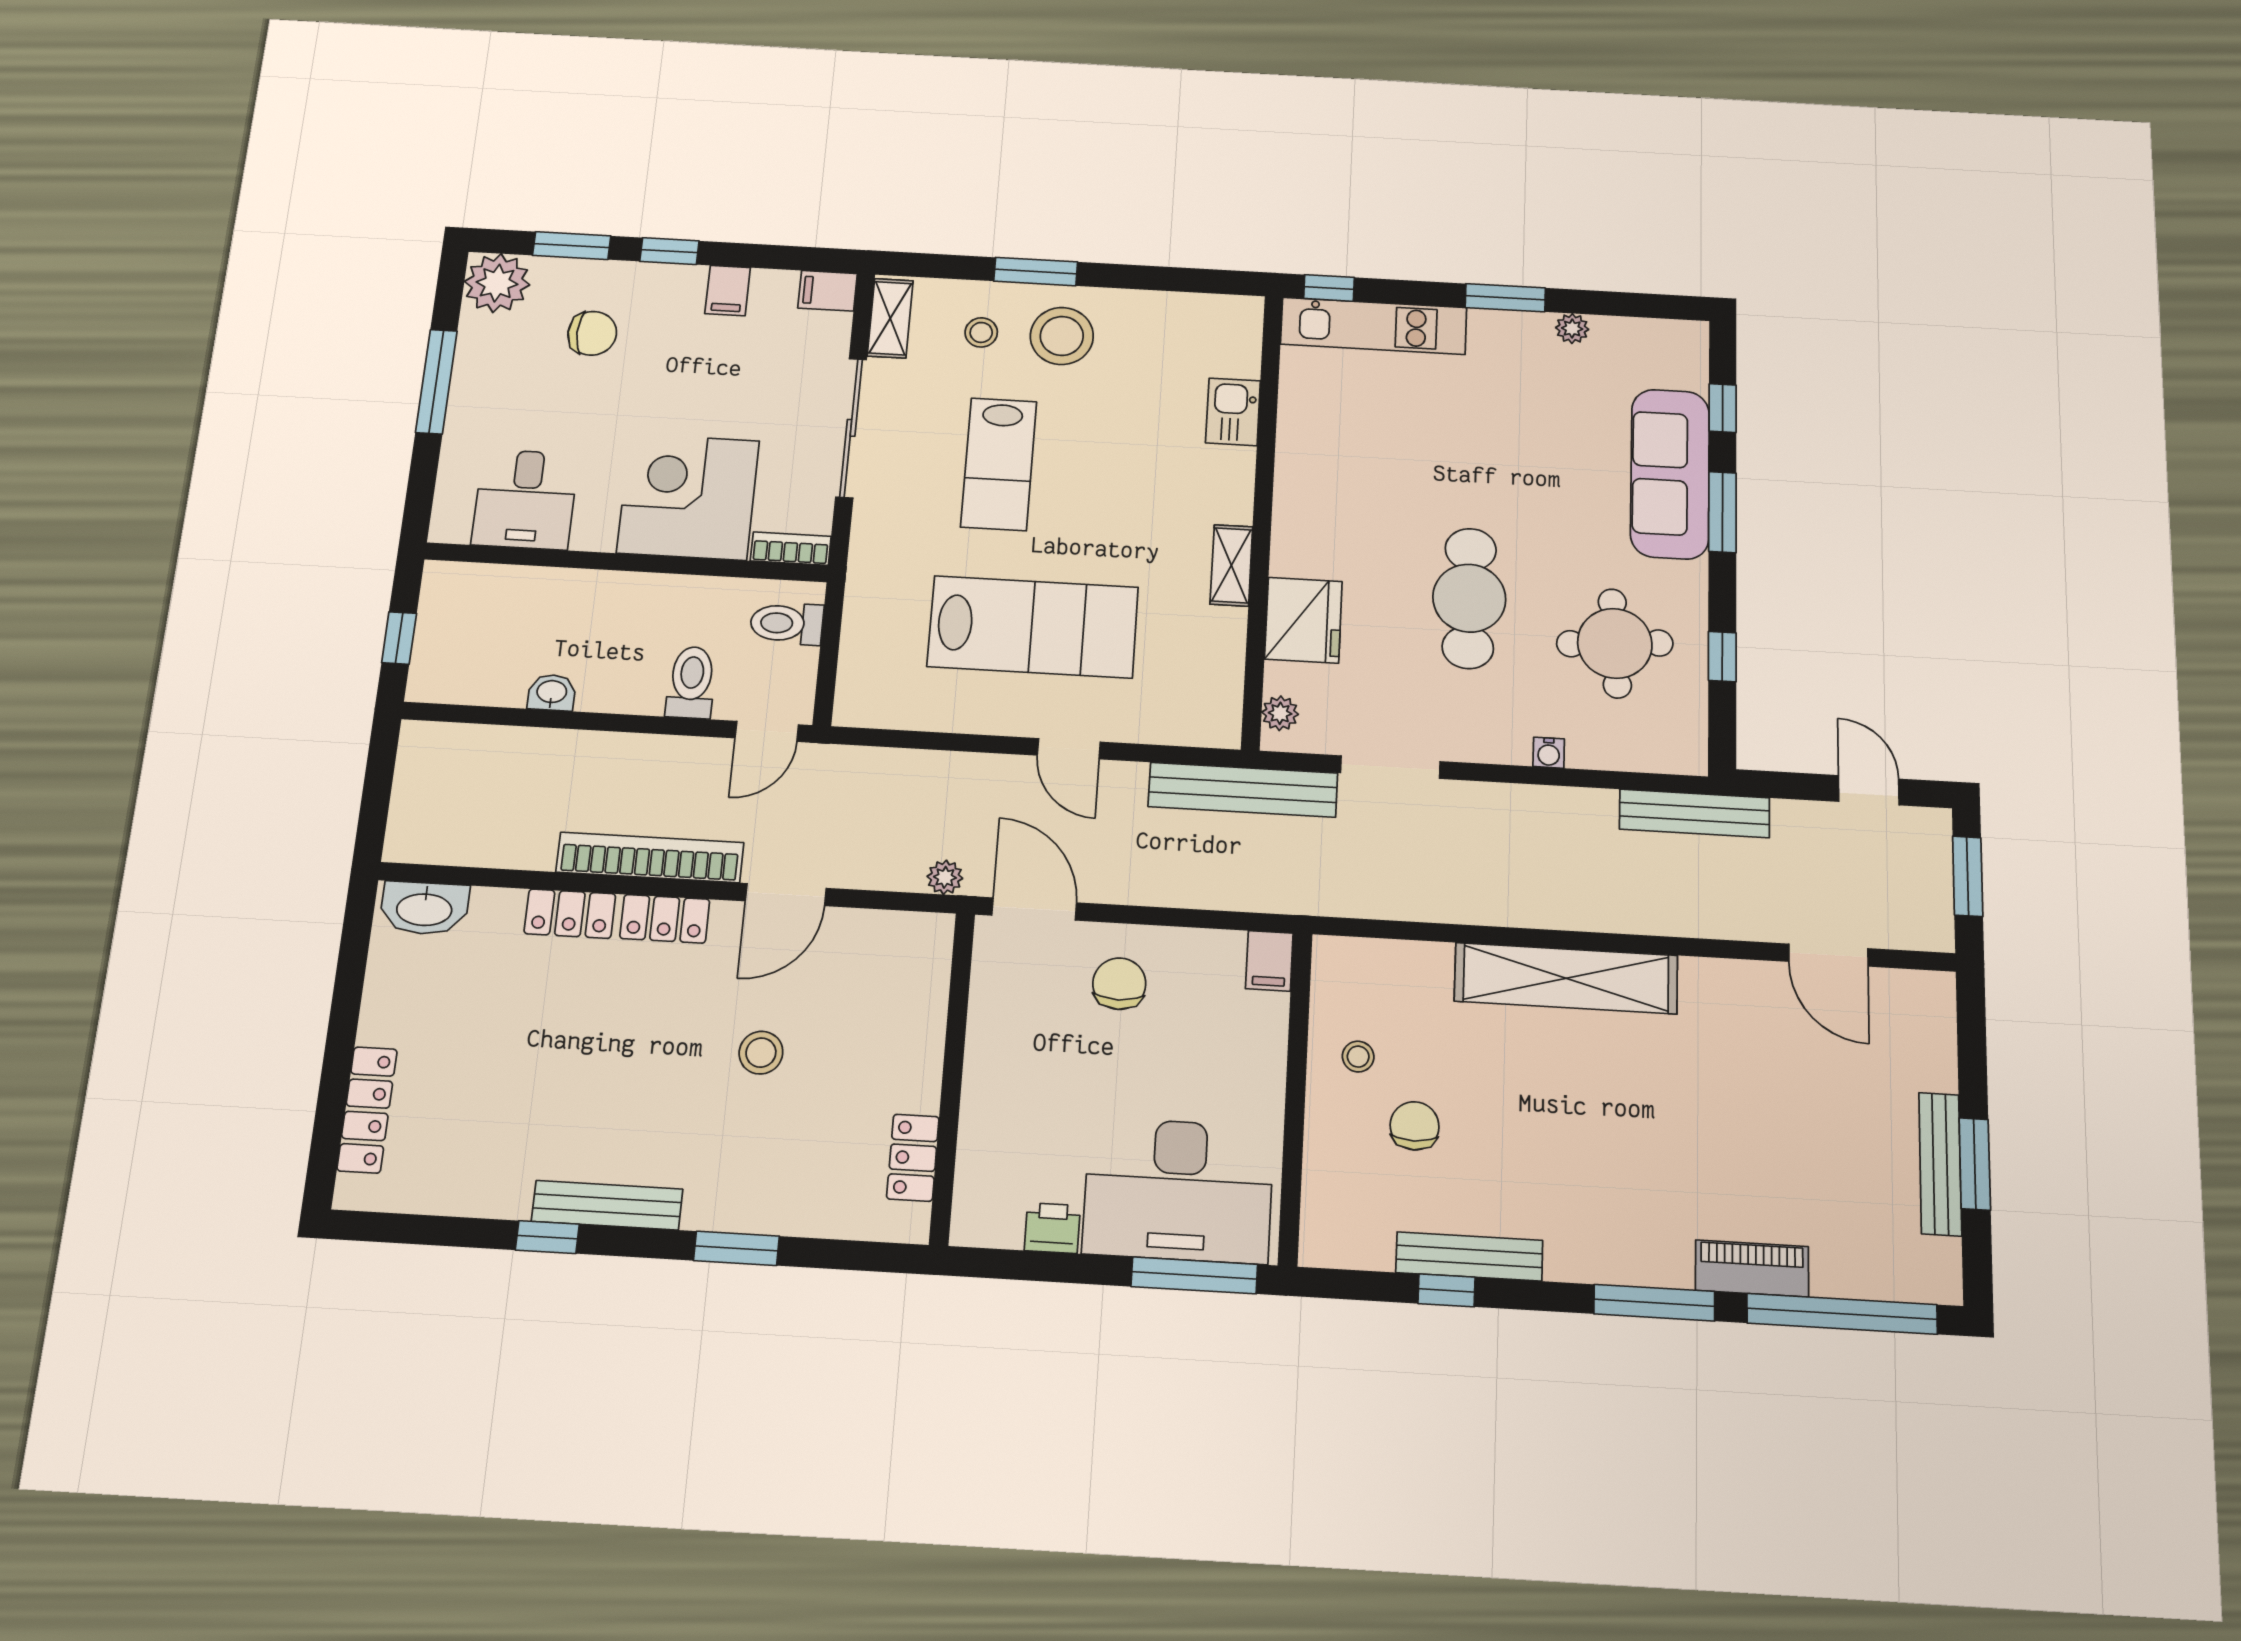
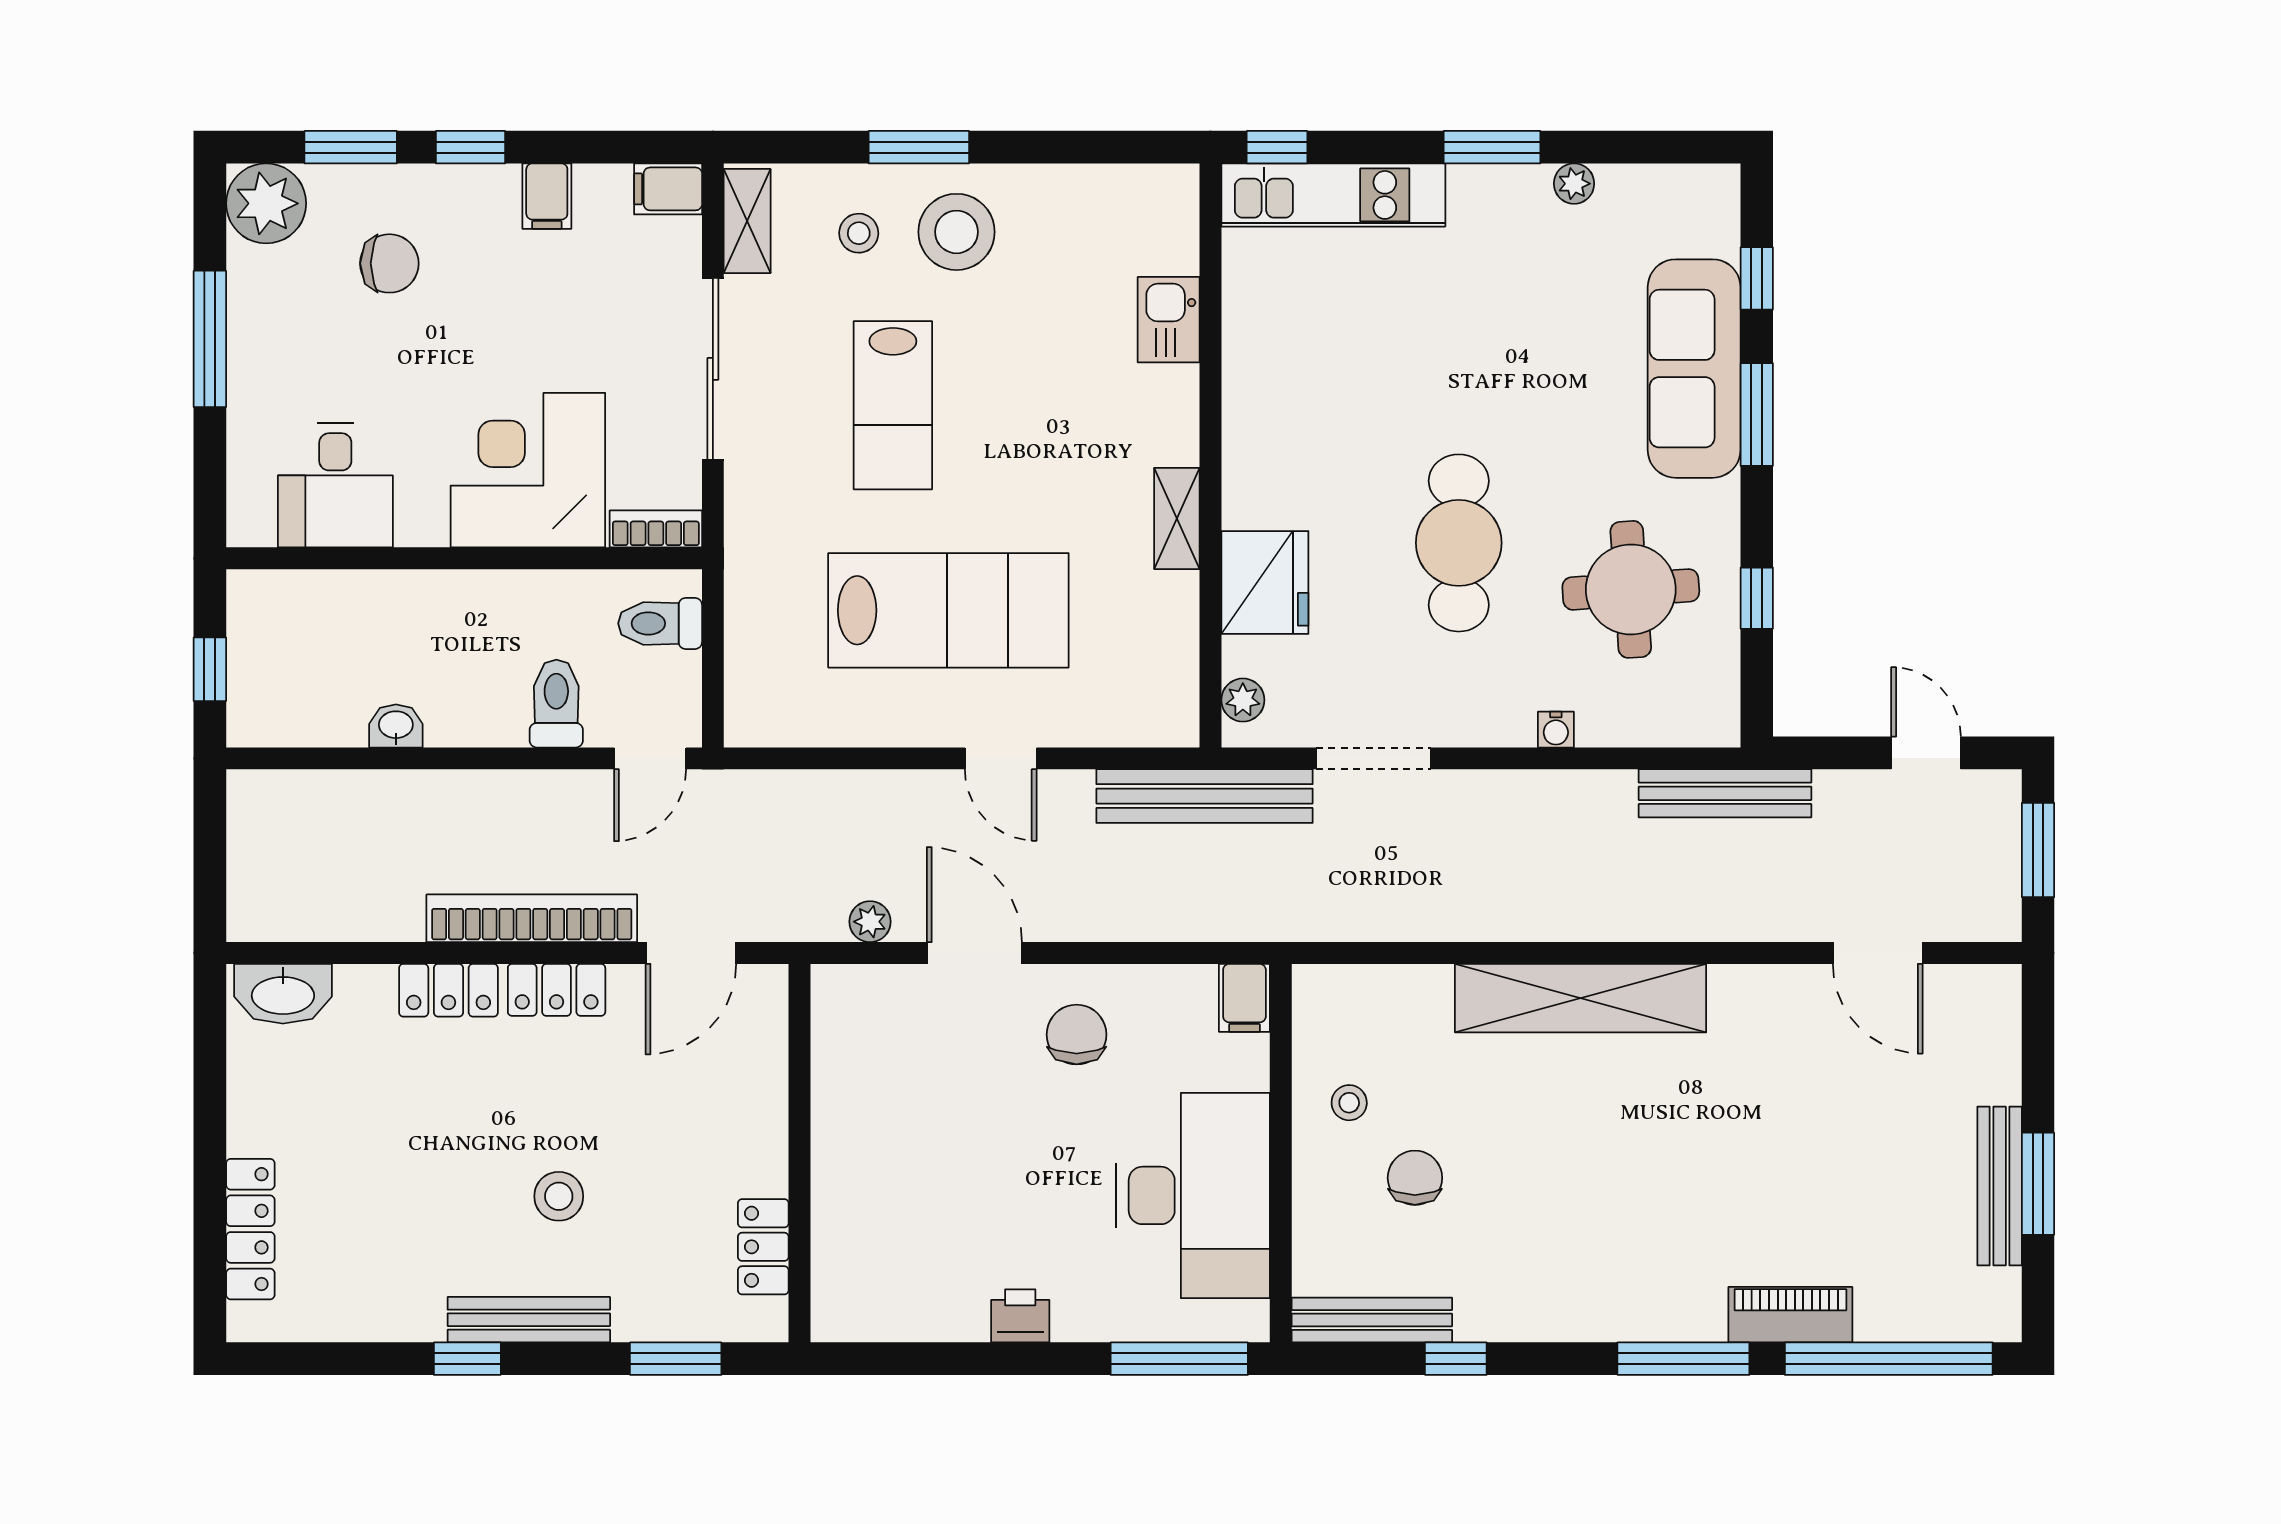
stool: (761, 1053) -> (559, 1196), moved
wall: (952, 1077) -> (799, 1153), moved
locker: (913, 1158) -> (763, 1247), moved
desk: (1178, 1190) -> (1193, 1195), moved, turned -90
bench: (1469, 1256) -> (1372, 1320), moved

